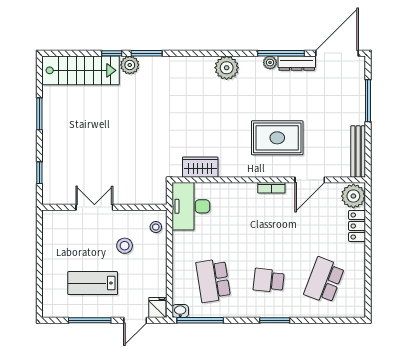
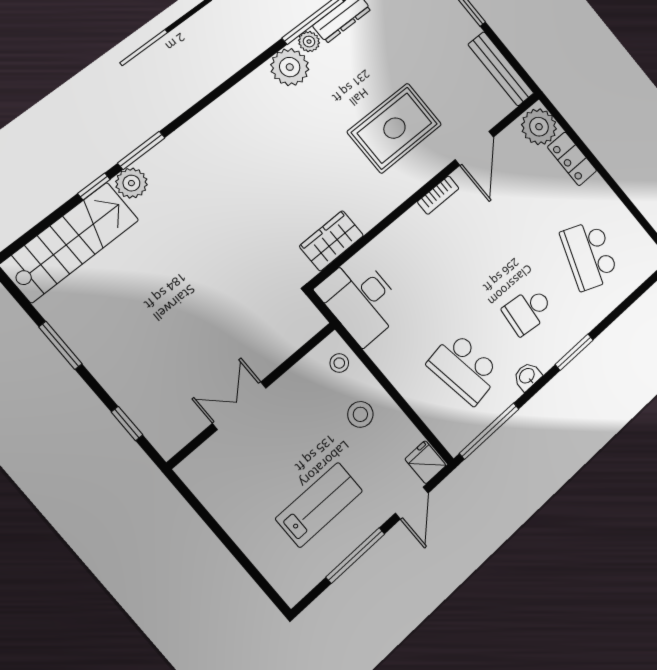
plant: (227, 68) -> (290, 67), moved
stool: (125, 246) -> (360, 414), moved
lab bench: (93, 283) -> (319, 505), turned 180
washbasin: (180, 311) -> (527, 376), moved

